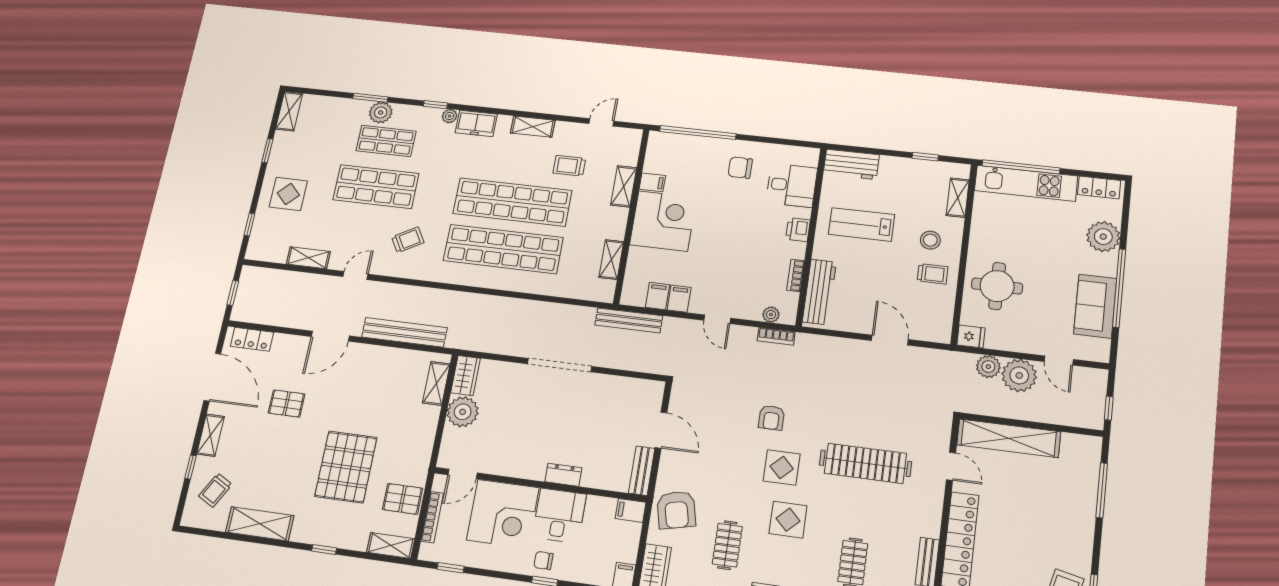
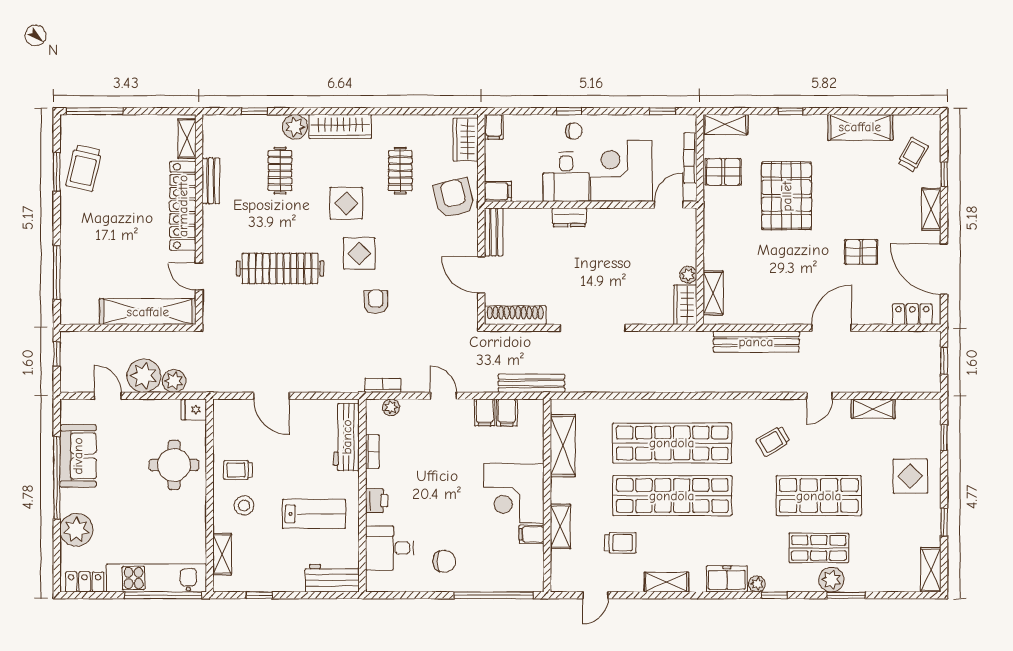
shelving: (611, 260) -> (563, 446), width x1.50, depth x1.33
shoe rack: (634, 387) -> (515, 315), added
plant: (463, 412) -> (688, 275), width x0.53, depth x0.53

